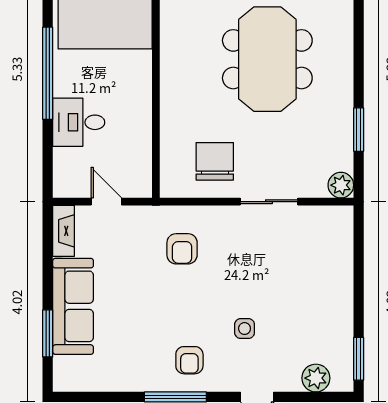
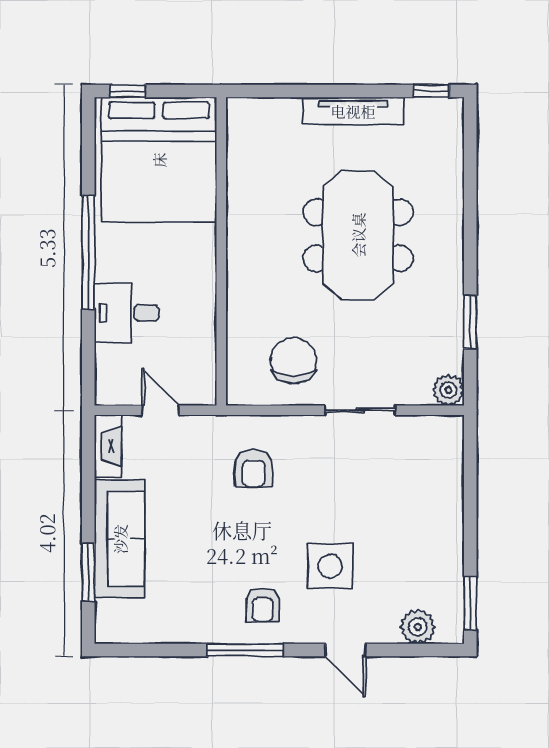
side table: (245, 329) -> (330, 566), width x1.87, depth x1.87

